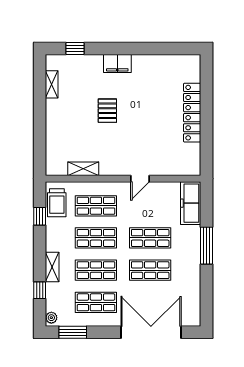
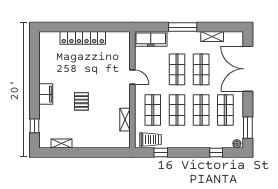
pallet: (107, 111) -> (81, 101), turned 90
shelving: (52, 267) -> (212, 36), moved

